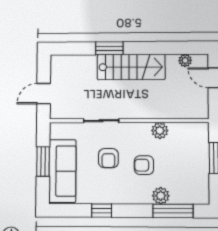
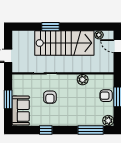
stairs: (131, 67) -> (64, 43), width x1.36, depth x1.51
armchair: (144, 165) -> (106, 96), moved
sofa: (62, 171) -> (21, 111), width x0.73
plant: (161, 196) -> (108, 121), moved

